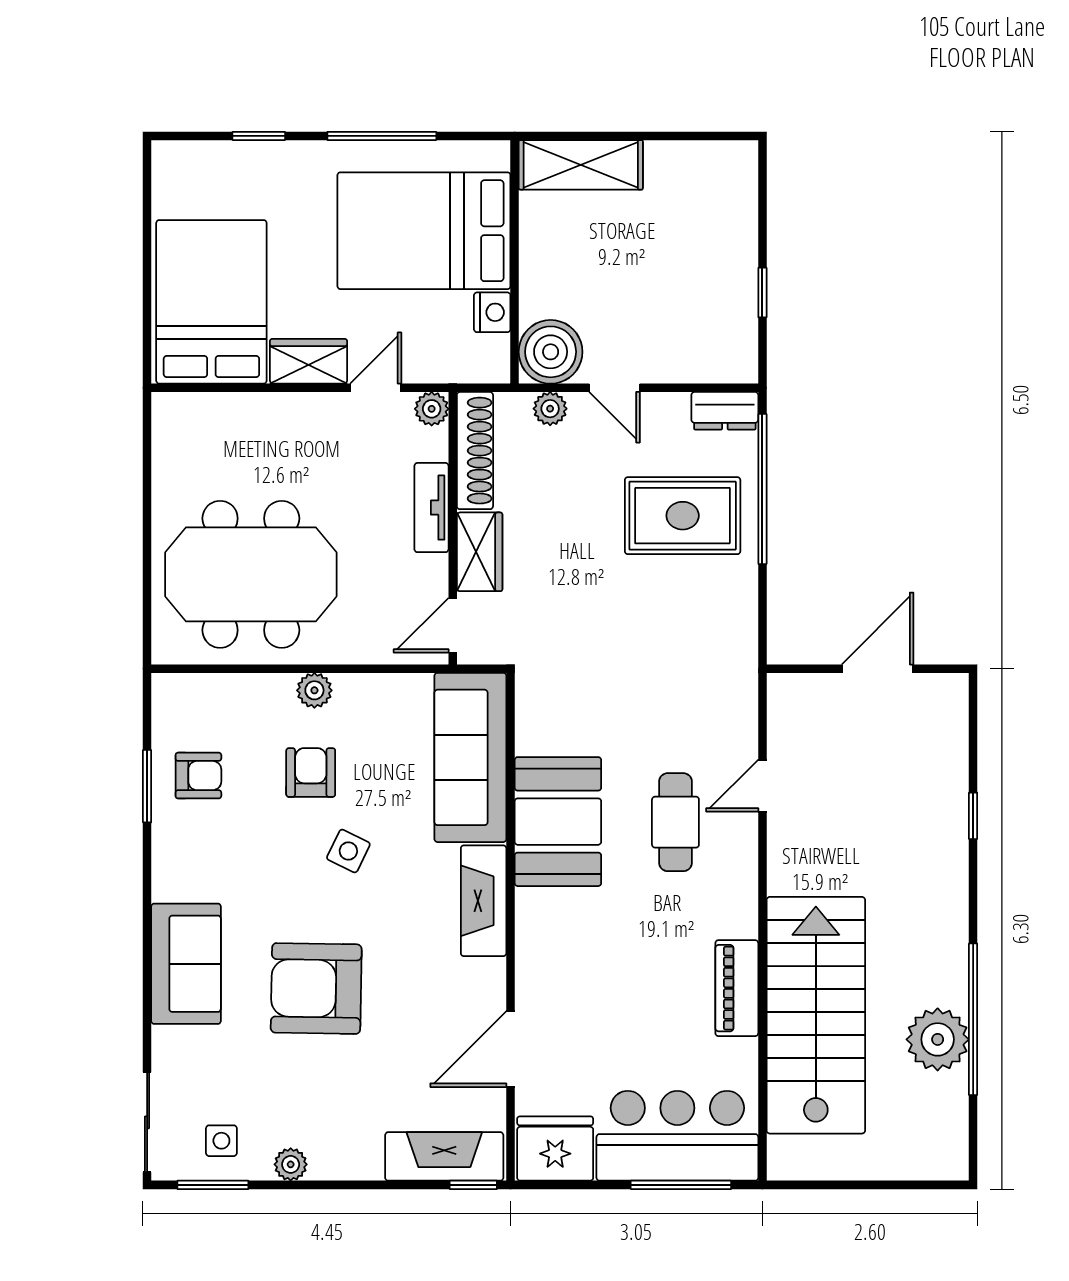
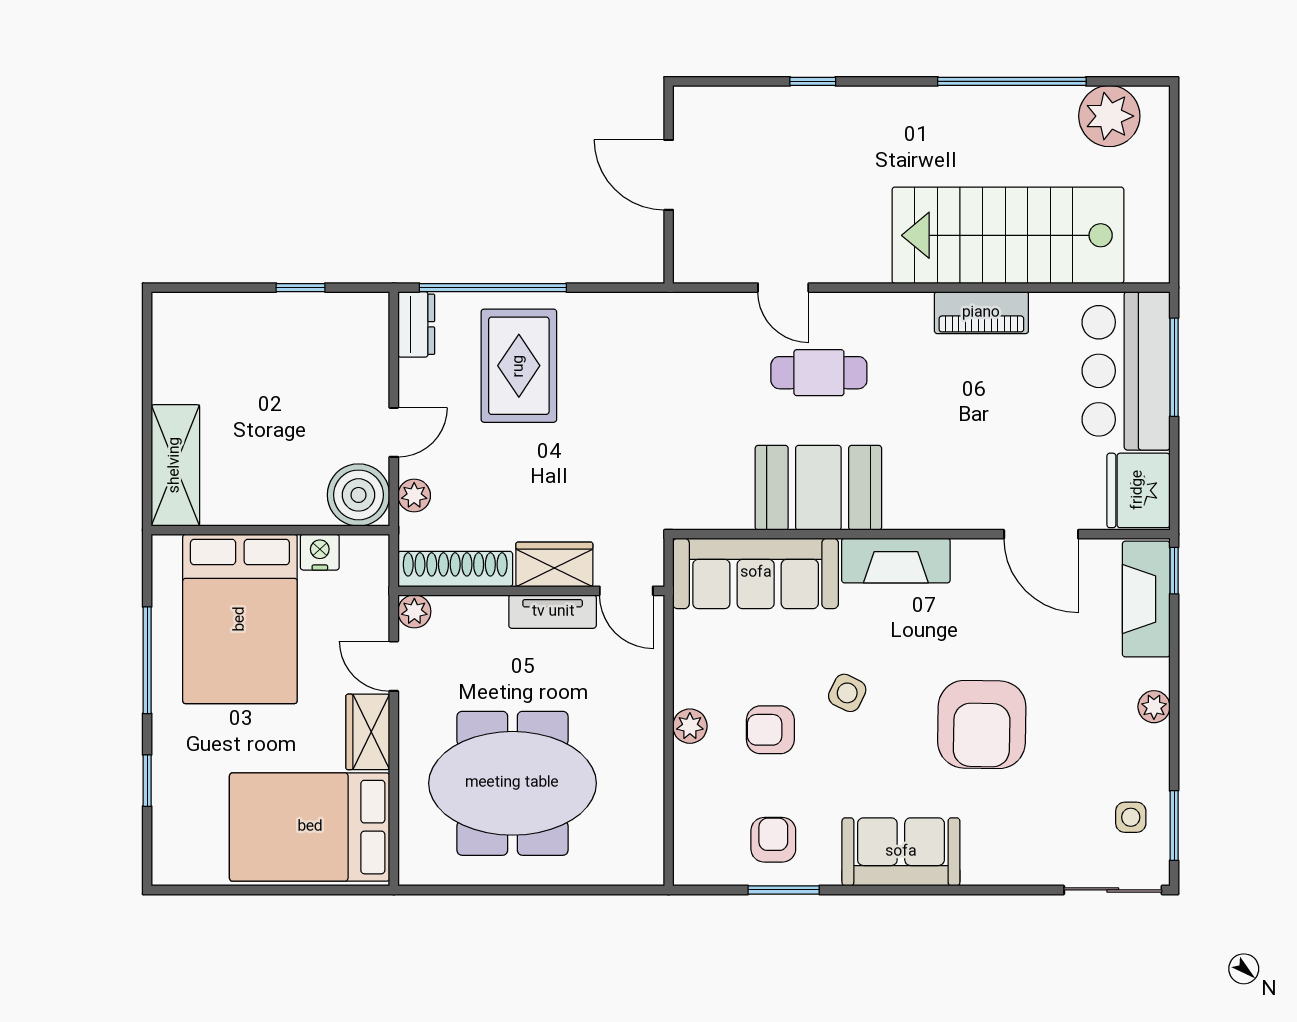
tv unit: (431, 508) -> (553, 612), moved
meeting table: (251, 574) -> (512, 783), moved, turned 90
sofa: (186, 964) -> (901, 852), moved
plant: (938, 1039) -> (1109, 116), moved
plant: (291, 1164) -> (1154, 707), moved

